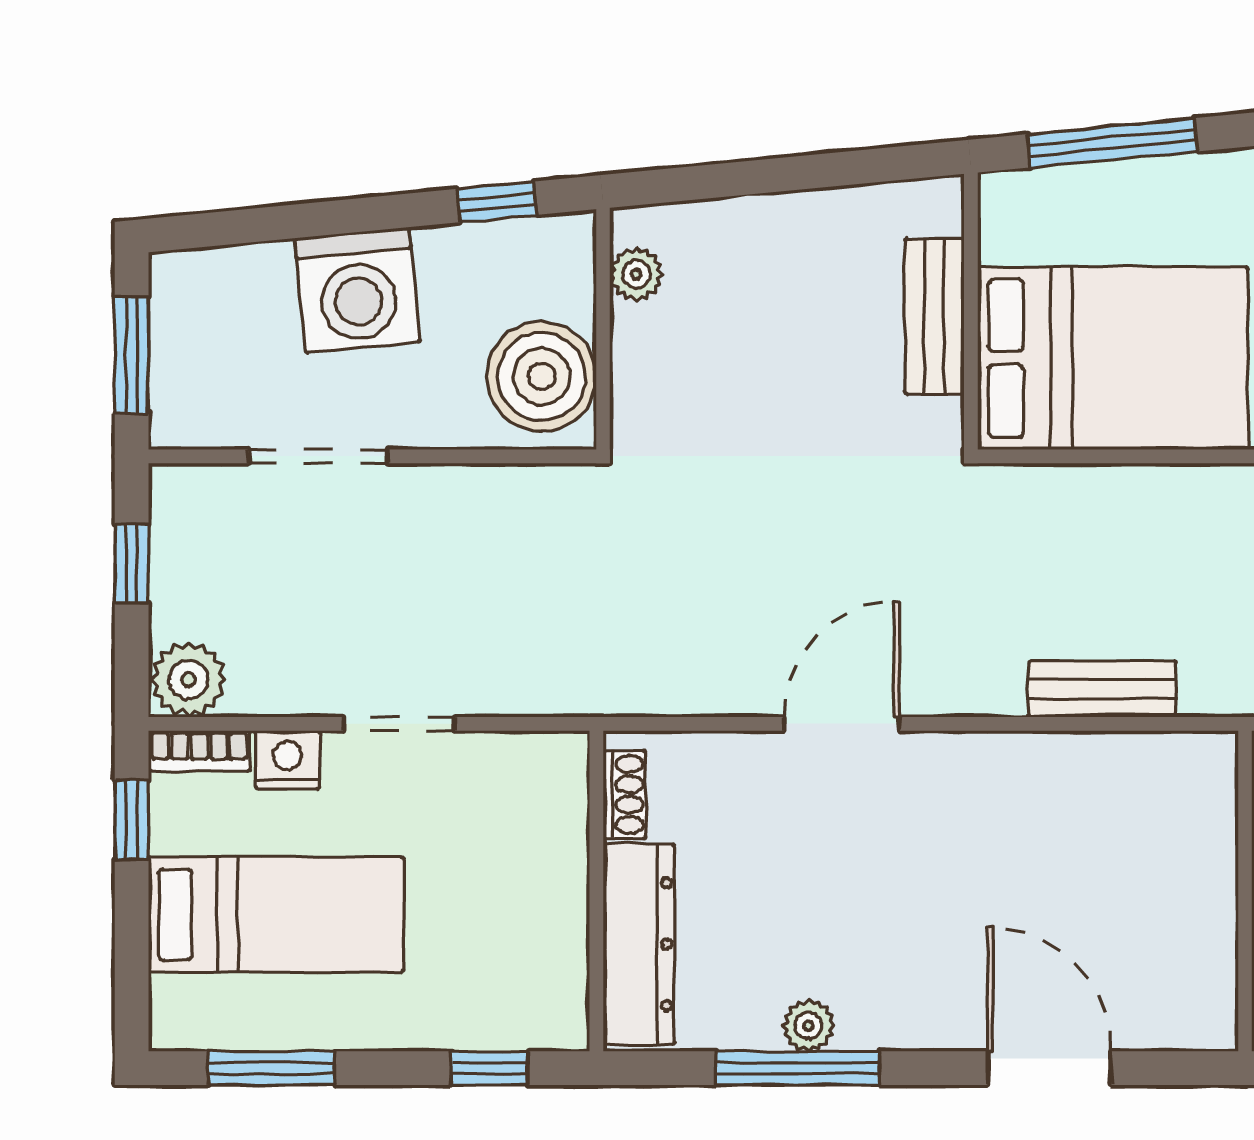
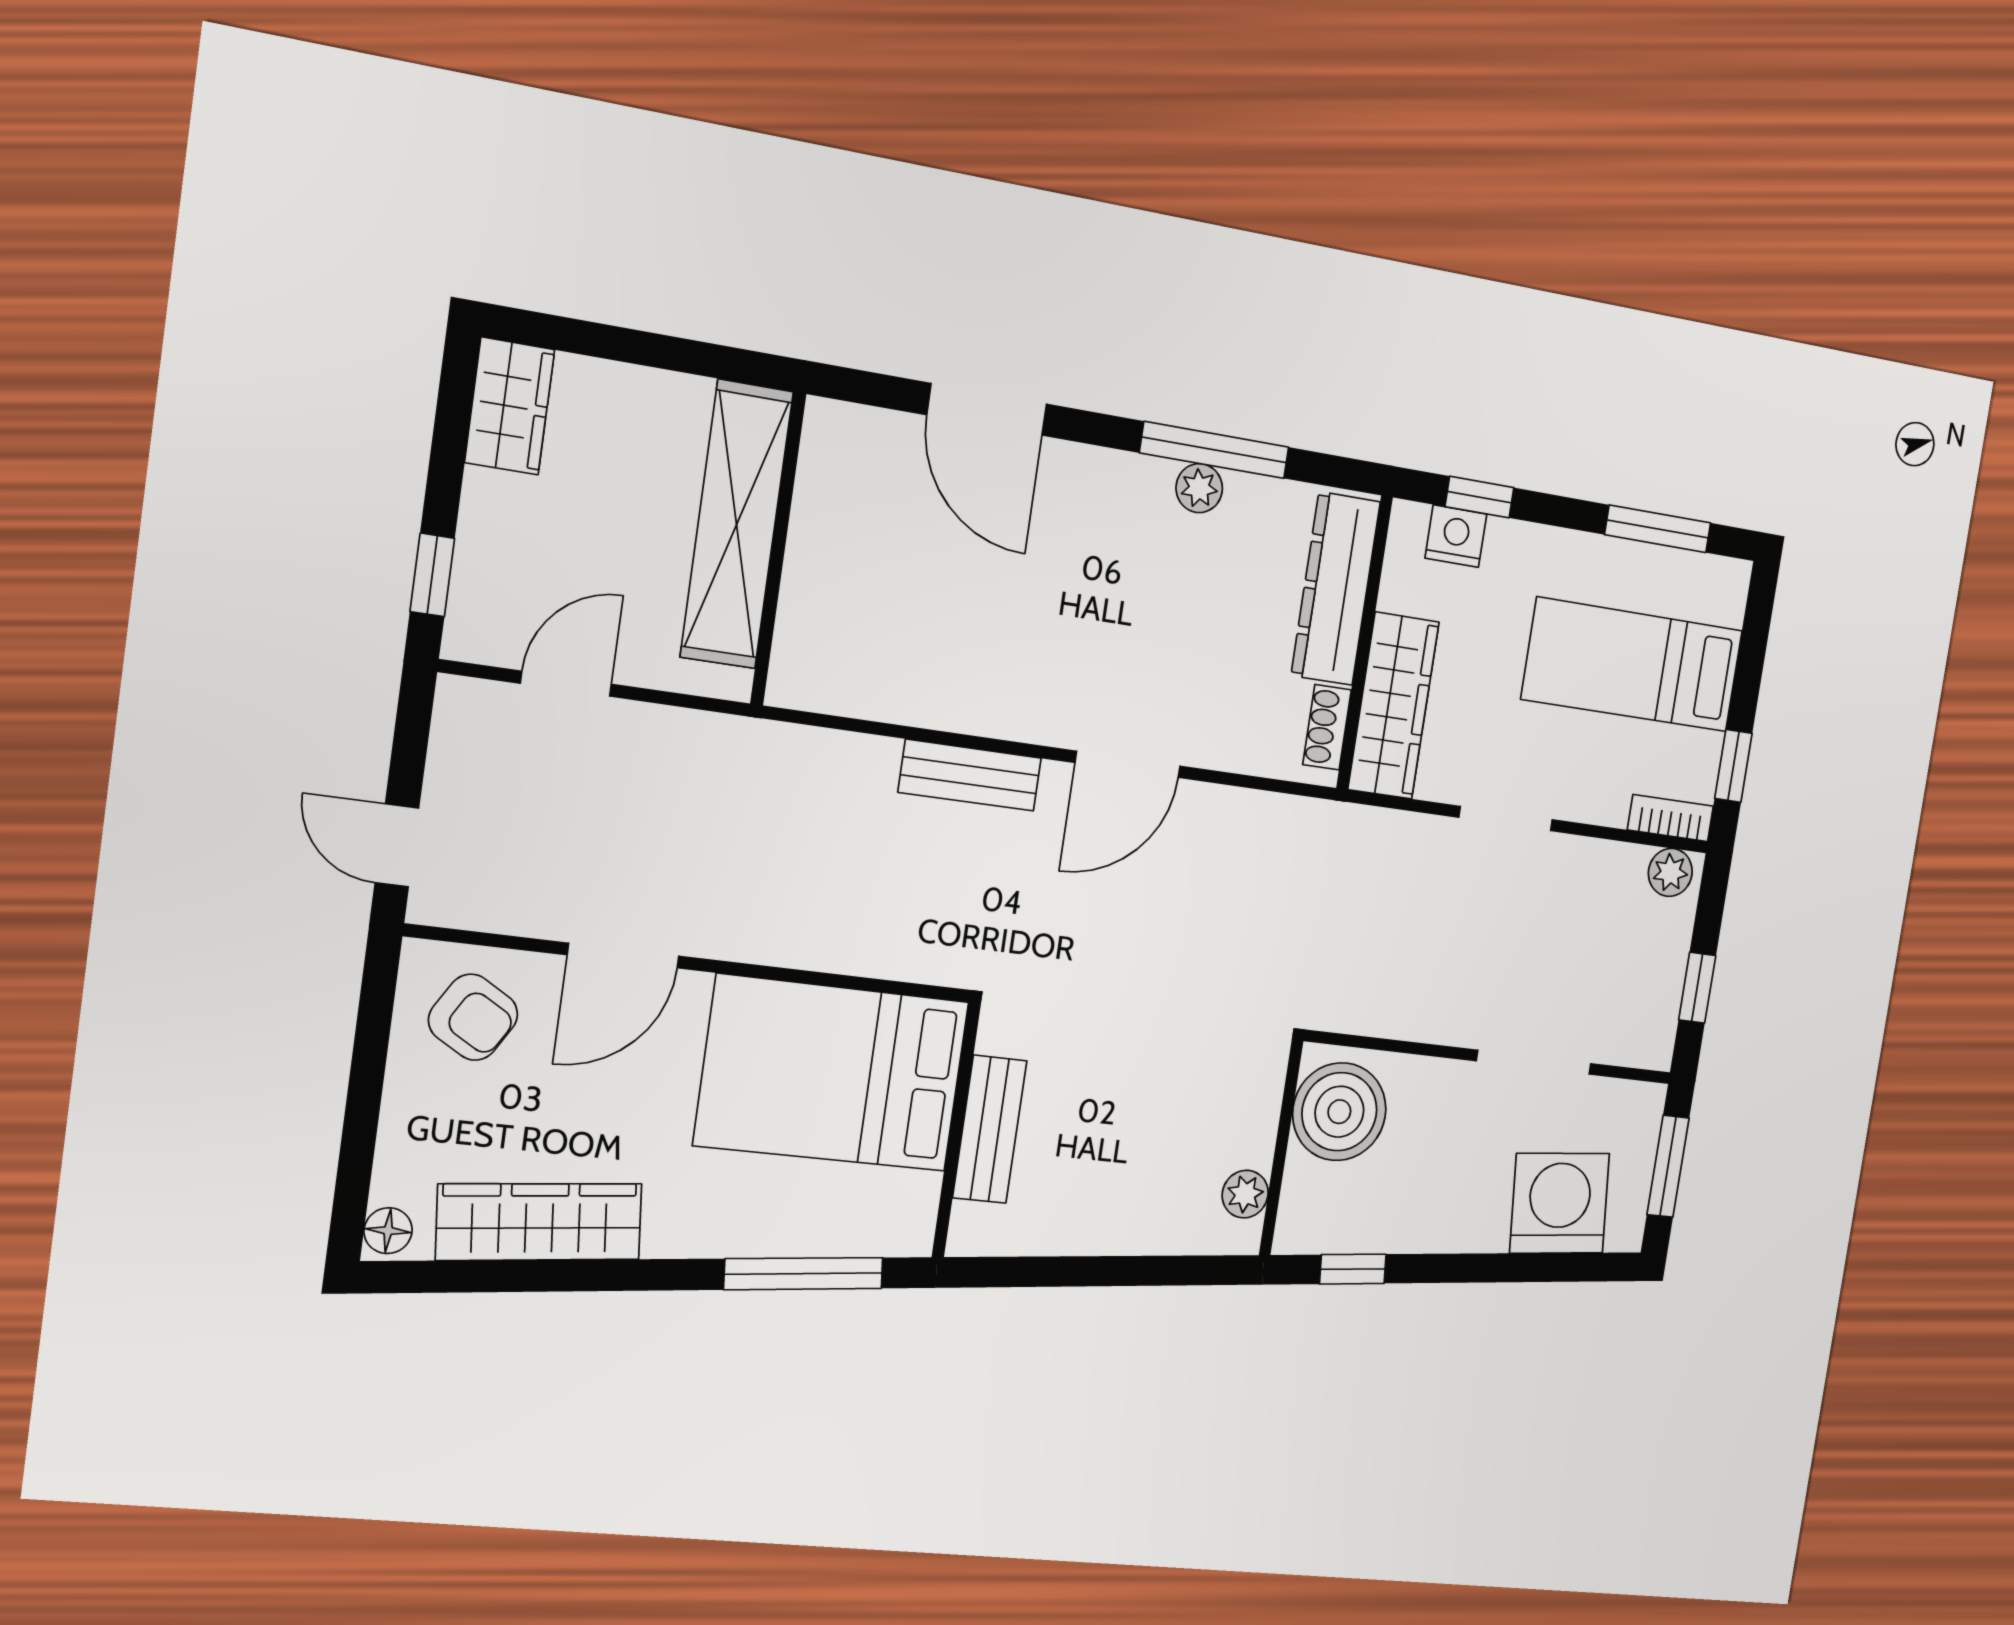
washing machine: (357, 290) -> (1560, 1203), moved
plant: (188, 680) -> (1670, 872), width x0.73, depth x0.73
bench: (1102, 689) -> (970, 775), moved
nightstand: (287, 760) -> (1456, 536), moved, turned 180
wardrobe: (552, 829) -> (1393, 706), added

